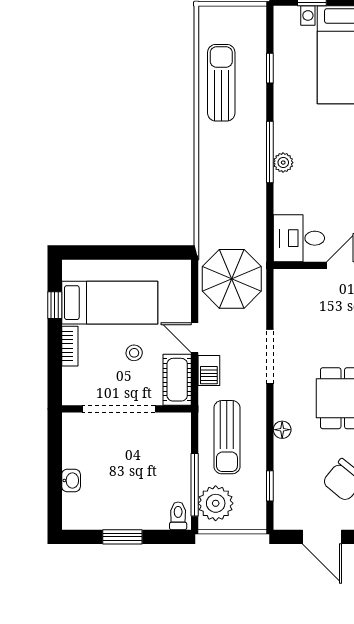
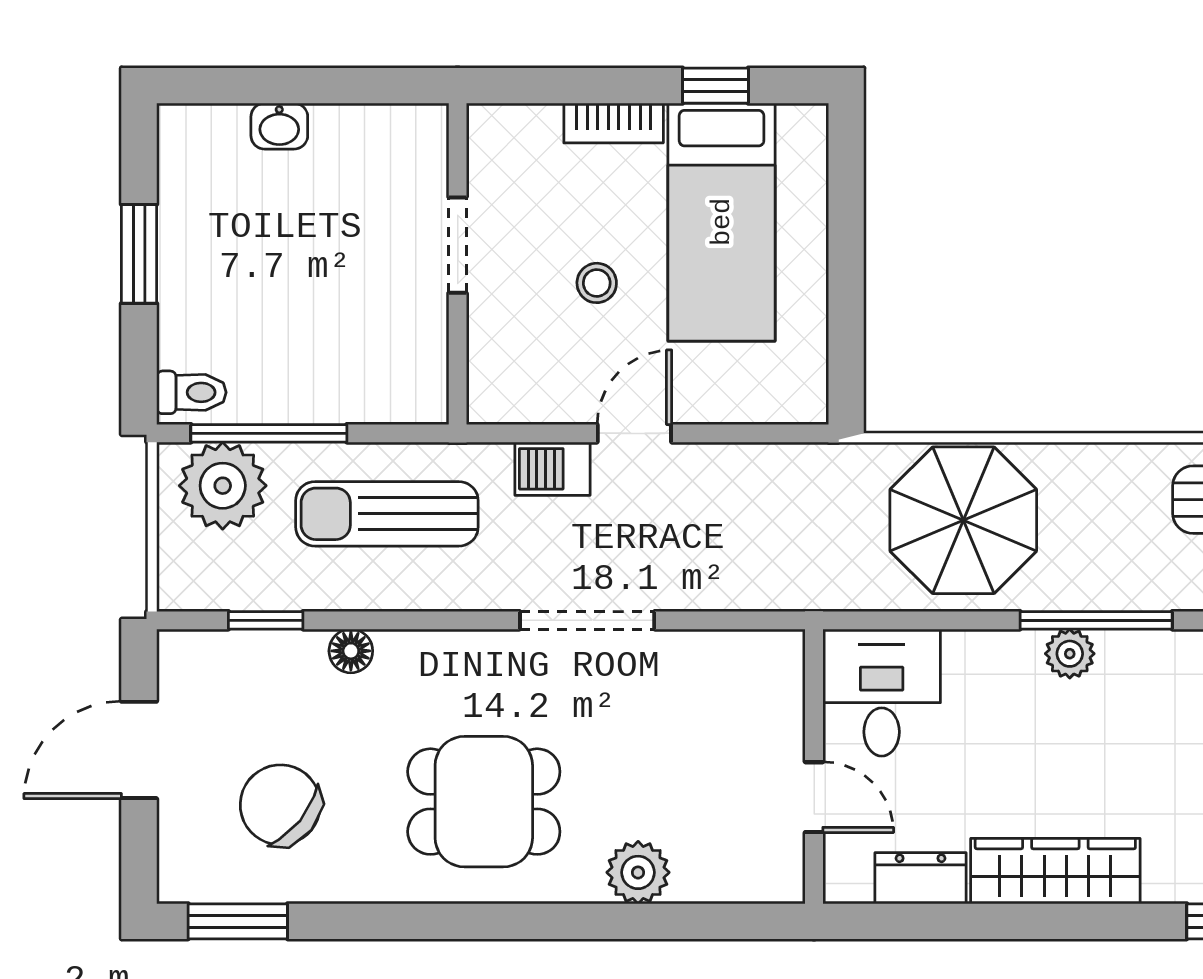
parasol: (232, 279) -> (963, 520), moved
cot: (177, 380) -> (530, 390), removed
doorway: (119, 409) -> (458, 245), width x0.53
floor lamp: (282, 430) -> (351, 651), moved

